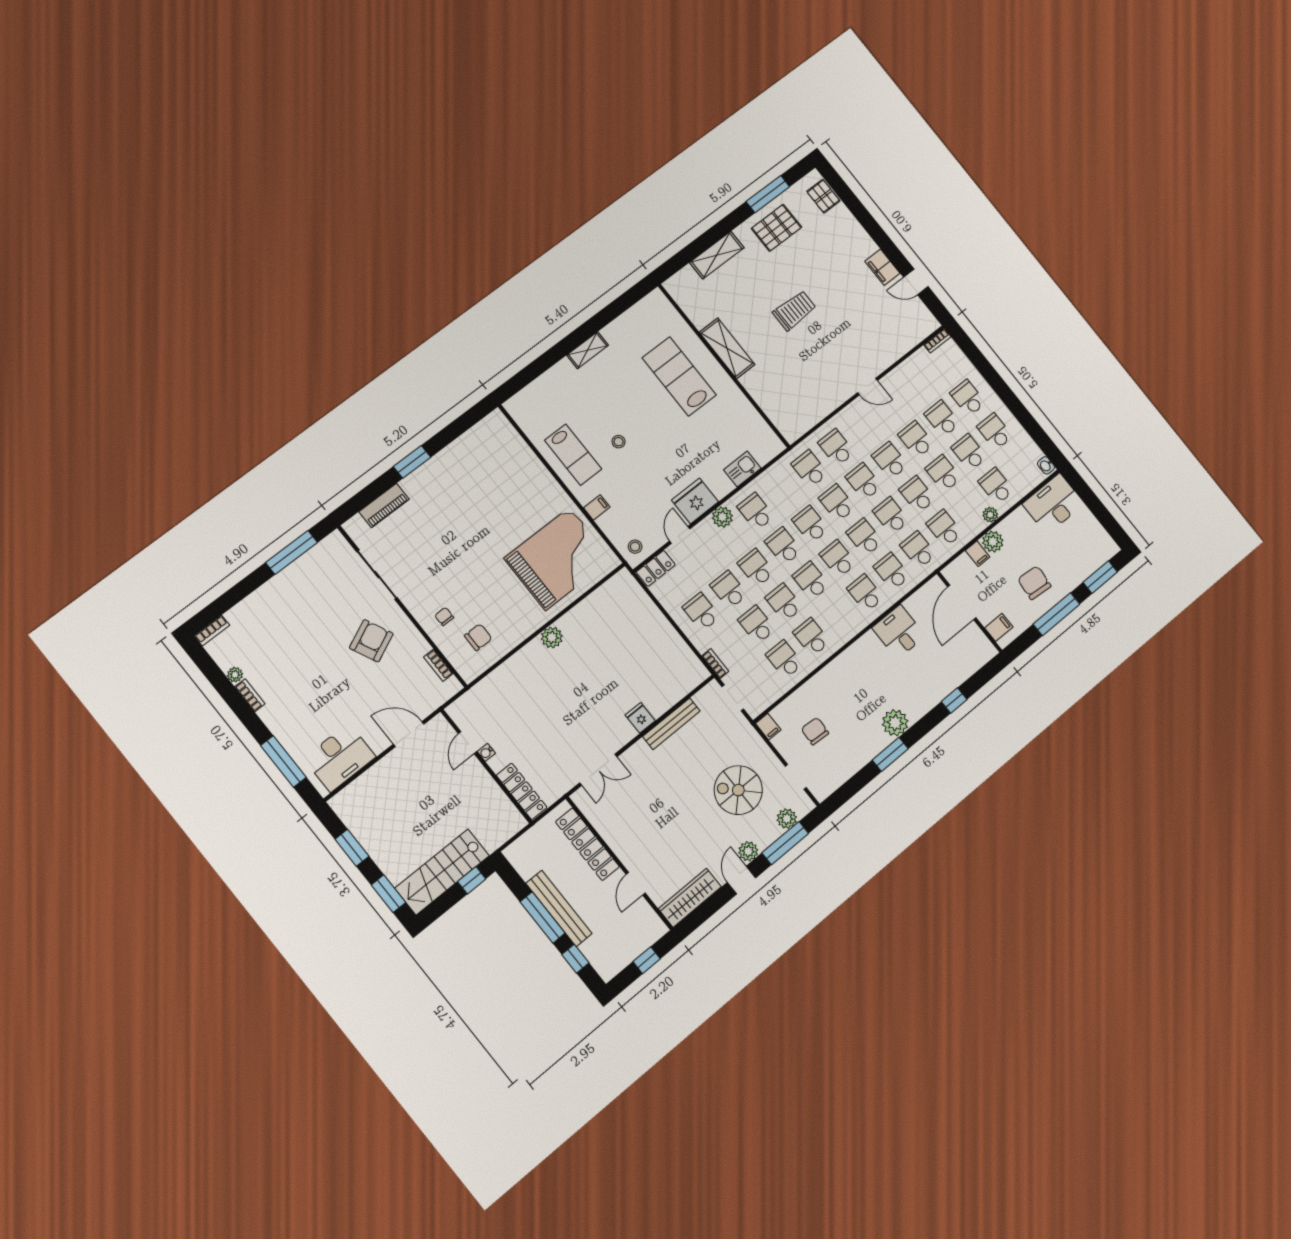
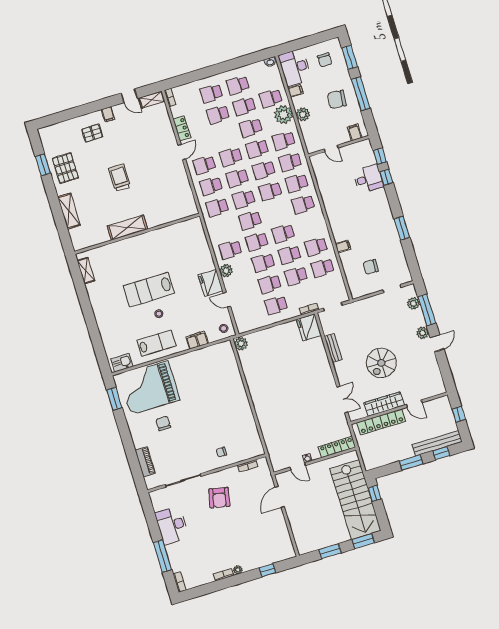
window: (768, 194) -> (43, 165), width x0.69
pallet: (823, 196) -> (92, 133), moved
filing cabinet: (882, 267) -> (108, 114), width x0.50
door: (916, 282) -> (129, 96), hinge flipped
shelving: (924, 316) -> (152, 100), added
shelving: (588, 350) -> (86, 271), moved
lab bench: (679, 376) -> (149, 290), moved
school desk: (916, 439) -> (204, 165), moved
window: (412, 462) -> (114, 399), moved
kitchen sink: (742, 469) -> (122, 363), moved, turned 90
filing cabinet: (597, 507) -> (197, 340), width x2.00
plant: (990, 515) -> (283, 115), width x1.88, depth x1.88
chair: (1082, 543) -> (325, 60), added
window: (292, 552) -> (162, 556), moved
filing cabinet: (978, 554) -> (295, 91), moved
grand piano: (558, 559) -> (149, 388), moved, turned -90
school desk: (838, 559) -> (277, 212), removed
locker: (656, 568) -> (182, 128), moved
door: (962, 602) -> (331, 149), width x0.53
desk: (899, 632) -> (368, 179), moved, turned 180
chair: (478, 637) -> (163, 423), moved
plant: (552, 637) -> (241, 344), moved
armchair: (371, 641) -> (219, 498), turned -143
plant: (235, 675) -> (238, 570), moved
window: (980, 678) -> (380, 156), added
fridge: (640, 718) -> (309, 327), moved, width x1.88, depth x1.34
plant: (895, 723) -> (385, 218), removed
bench: (671, 724) -> (333, 348), width x0.73
filing cabinet: (768, 727) -> (343, 246), moved
desk: (340, 758) -> (172, 525), moved, turned 180
window: (283, 761) -> (267, 570), width x0.46
spiral stairs: (738, 790) -> (381, 363), moved
stairs: (442, 872) -> (355, 500), width x1.36, depth x1.51
door: (741, 880) -> (437, 343), swing flipped
wardrobe: (690, 898) -> (384, 404), moved, turned 90
bench: (559, 908) -> (437, 443), moved
window: (543, 917) -> (411, 462), width x0.69

